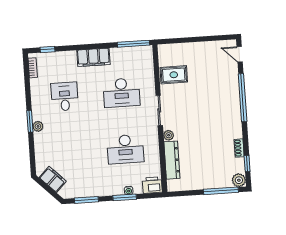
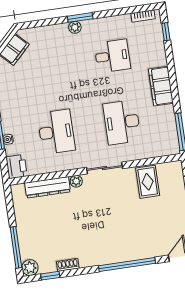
desk: (125, 149) -> (56, 132), turned 180

